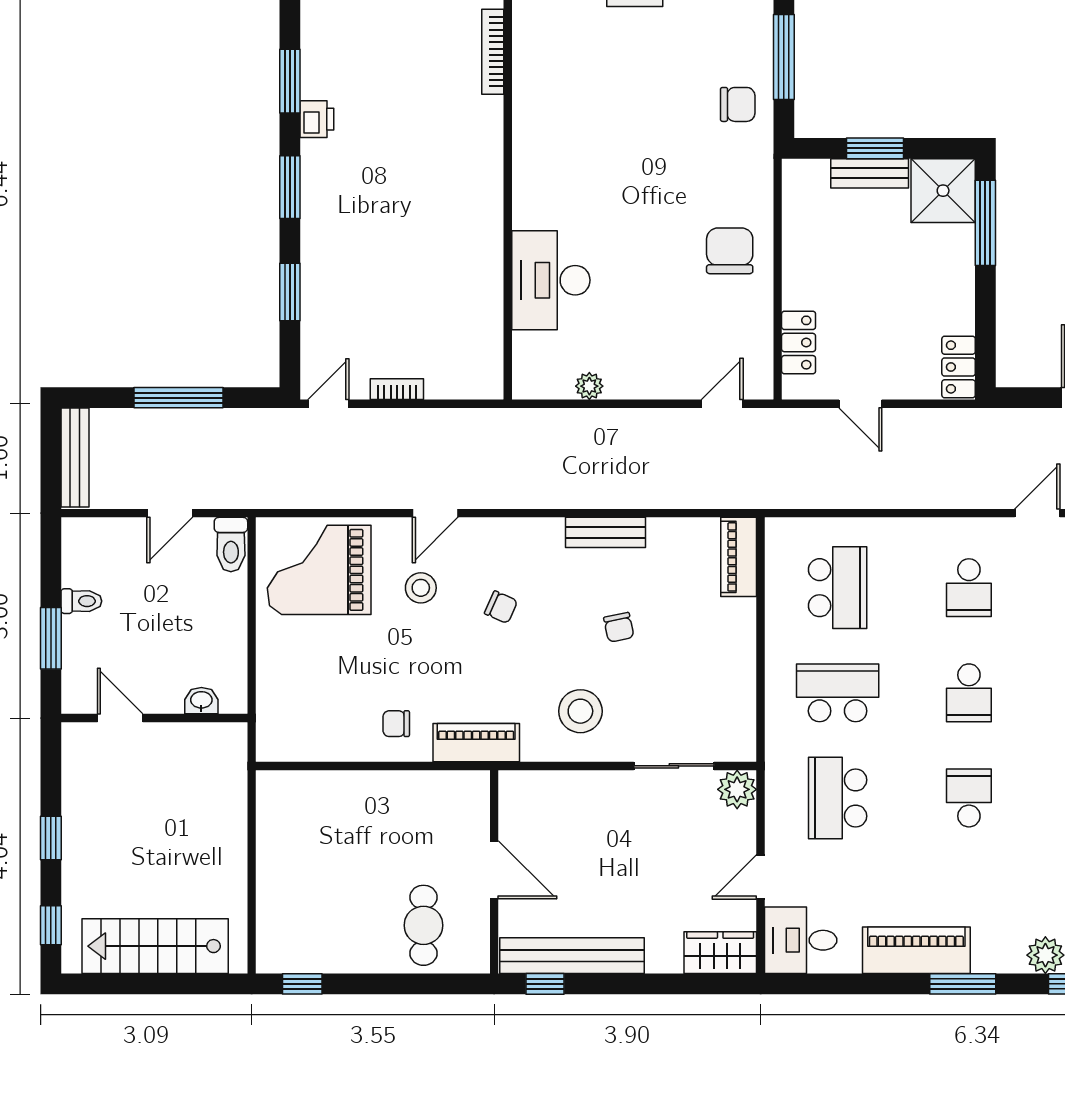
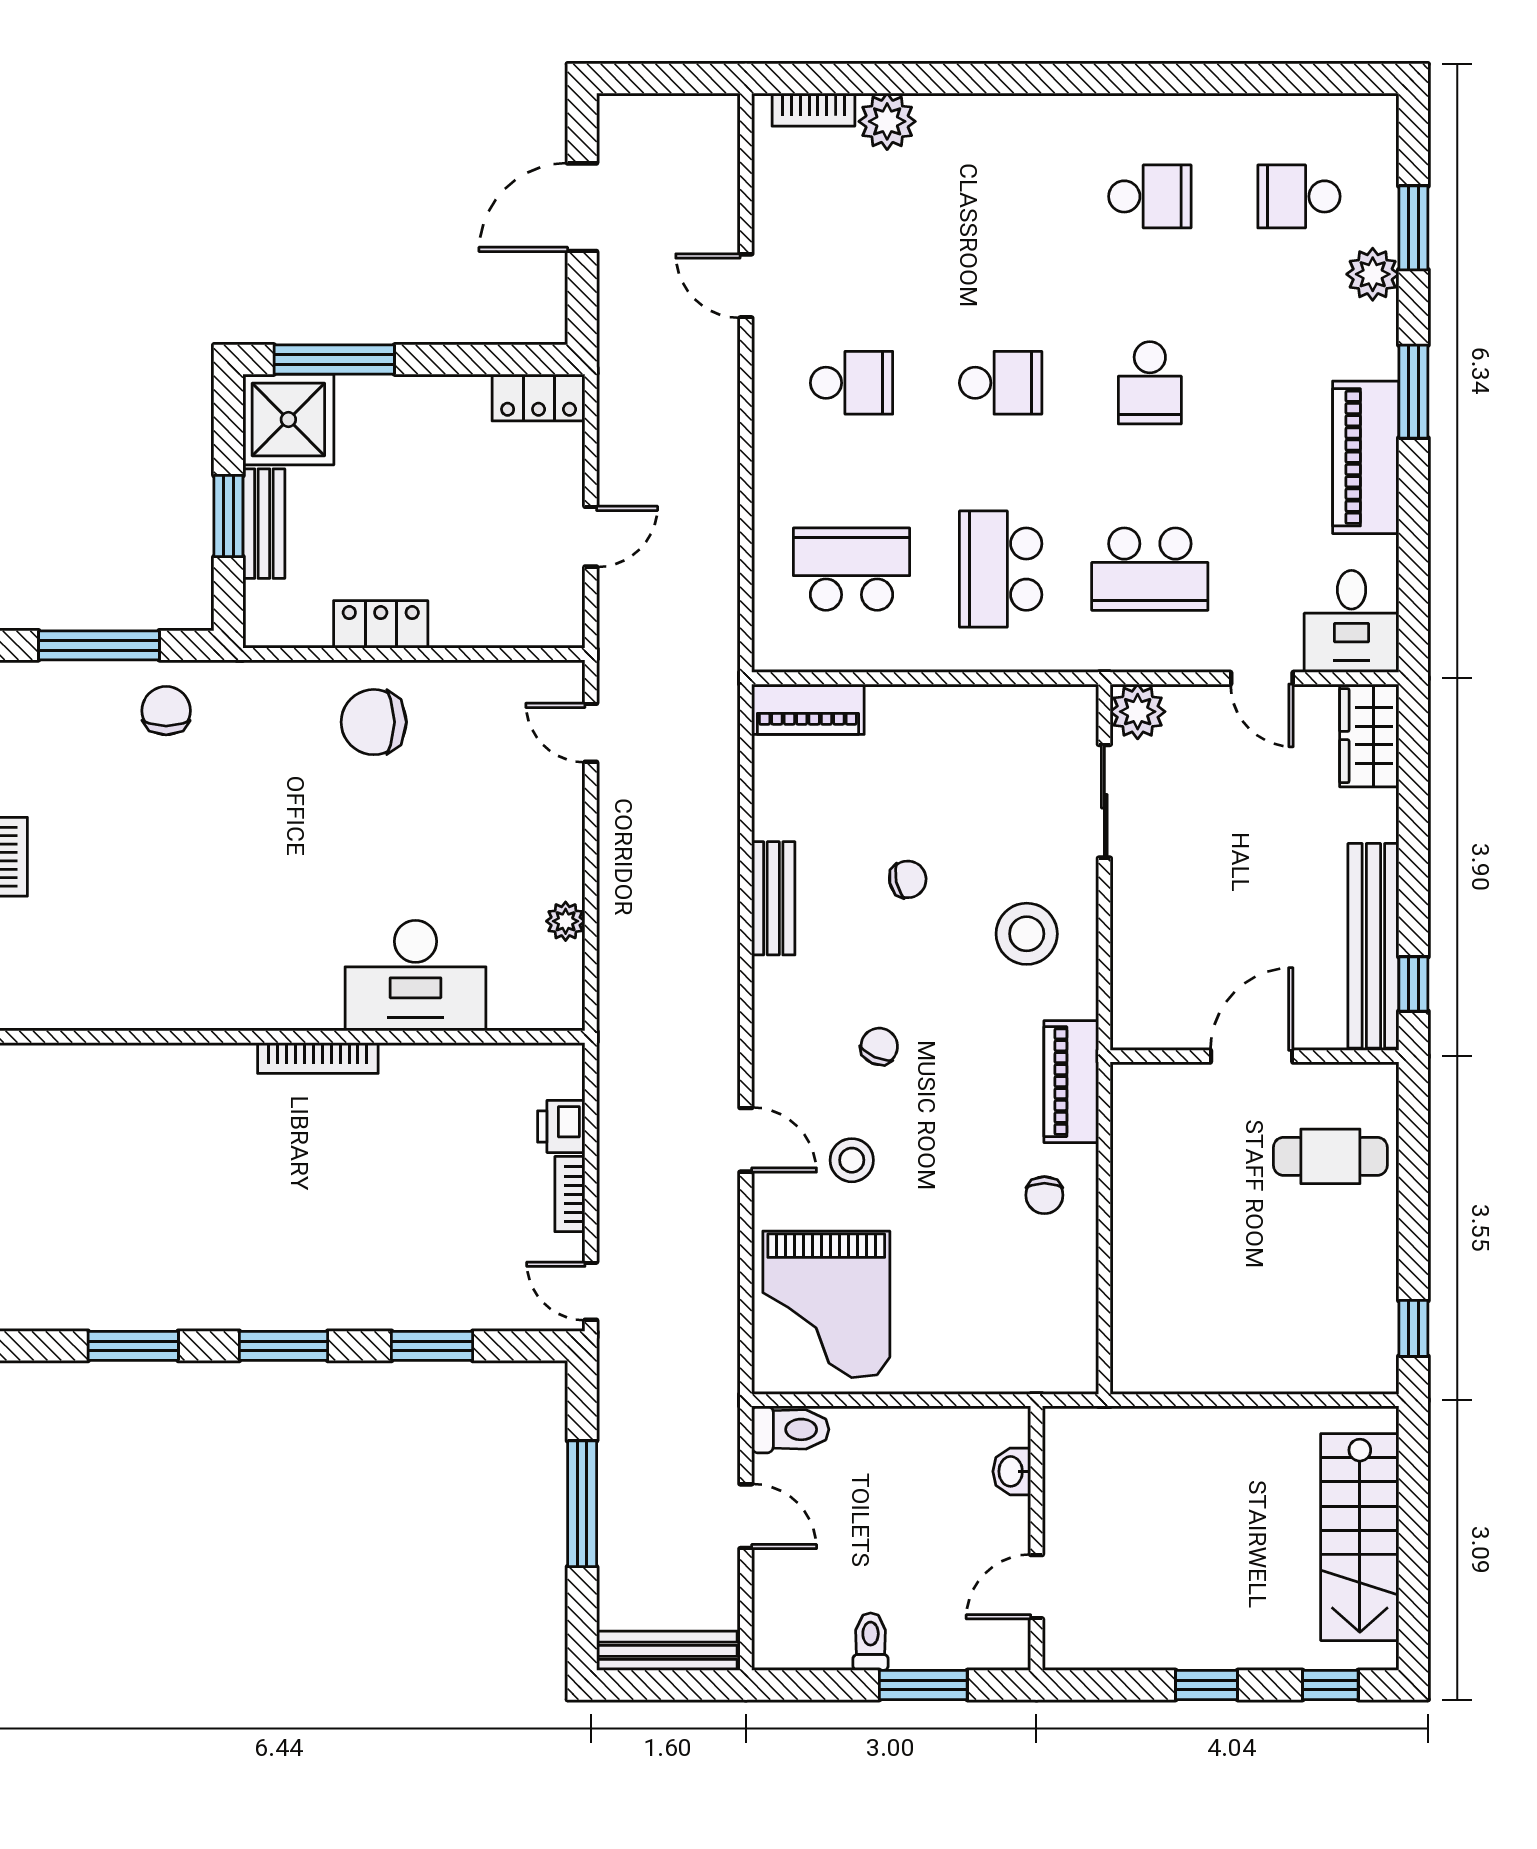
bookcase: (493, 52) -> (318, 1058), moved
printer: (317, 119) -> (561, 1126), moved, turned -90
locker: (799, 343) -> (381, 624), moved
school desk: (969, 798) -> (1150, 383), turned -90

